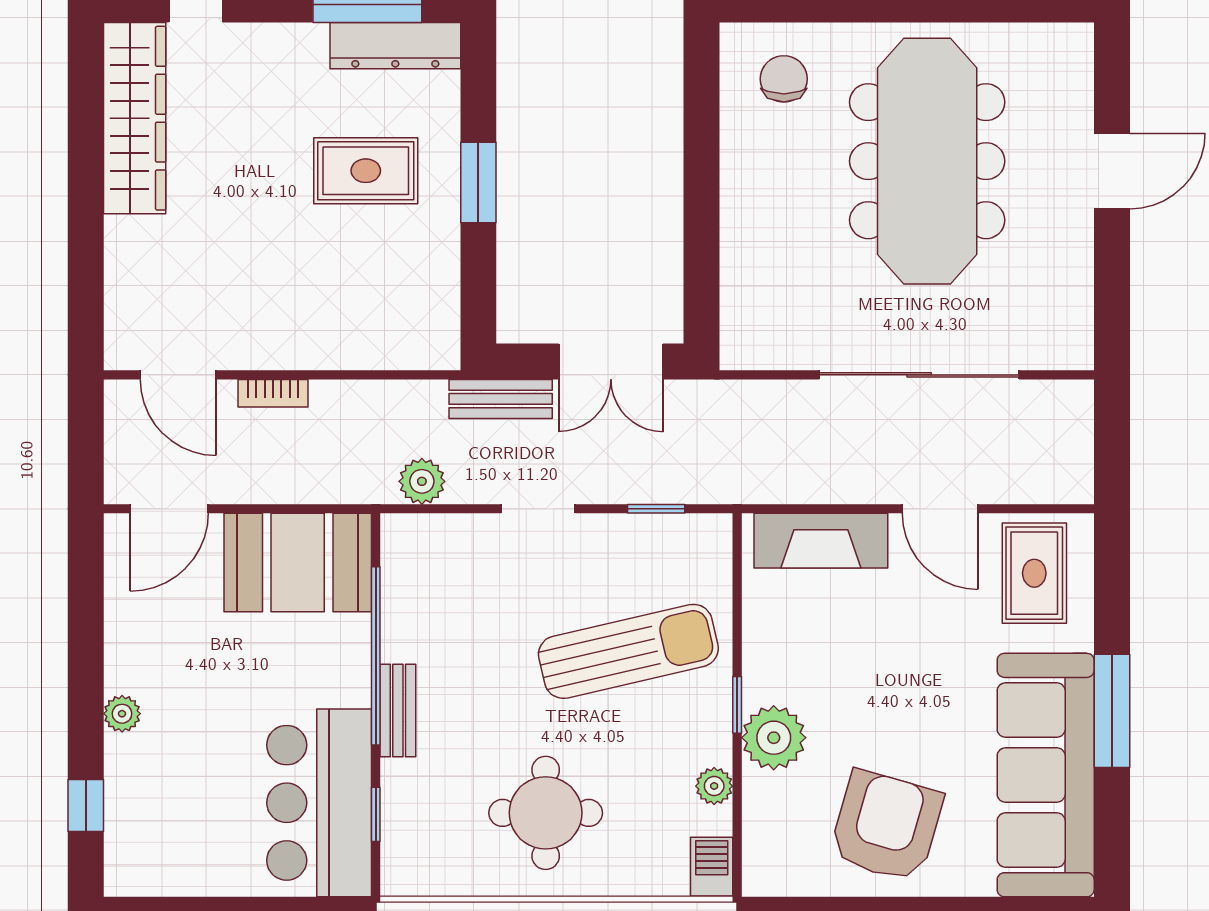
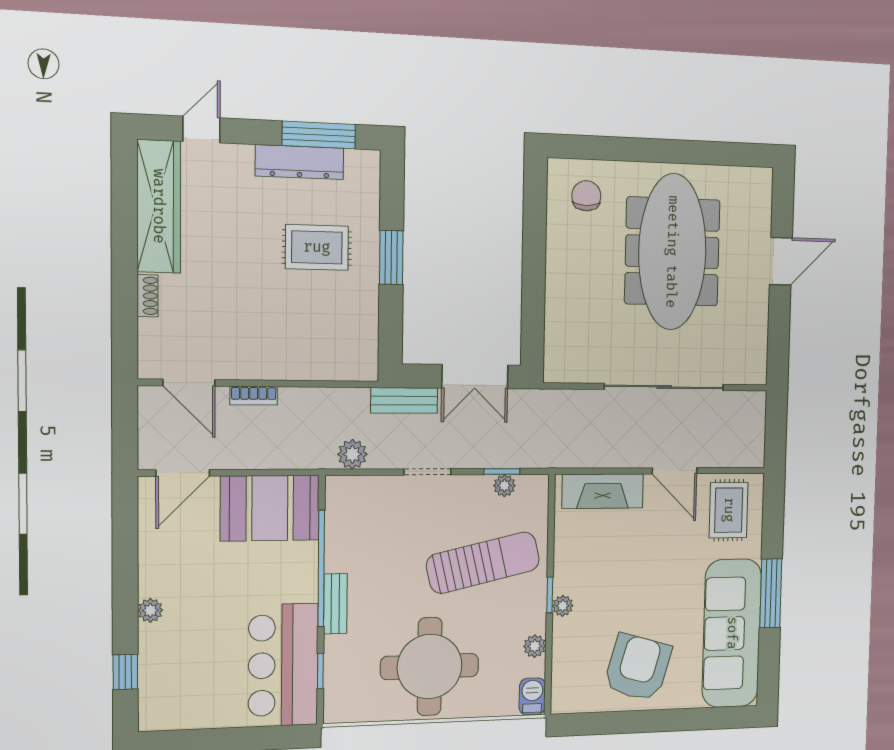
dresser: (395, 46) -> (300, 162), moved
shoe rack: (119, 248) -> (148, 296), added
plant: (661, 531) -> (504, 486), added
plant: (774, 738) -> (563, 606), width x0.53, depth x0.53
round table: (546, 813) -> (430, 667), width x1.36, depth x1.36

